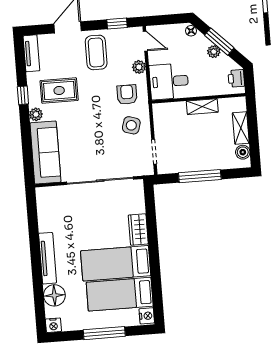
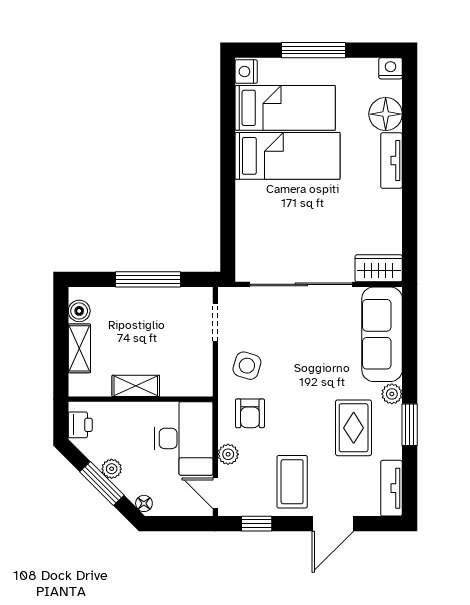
desk: (169, 81) -> (184, 438), width x1.37
rug: (59, 90) -> (354, 428), turned 90
window: (23, 95) -> (410, 425), width x1.50
wardrobe: (138, 230) -> (379, 268), moved, turned -90
tv unit: (48, 258) -> (392, 160), width x0.71

